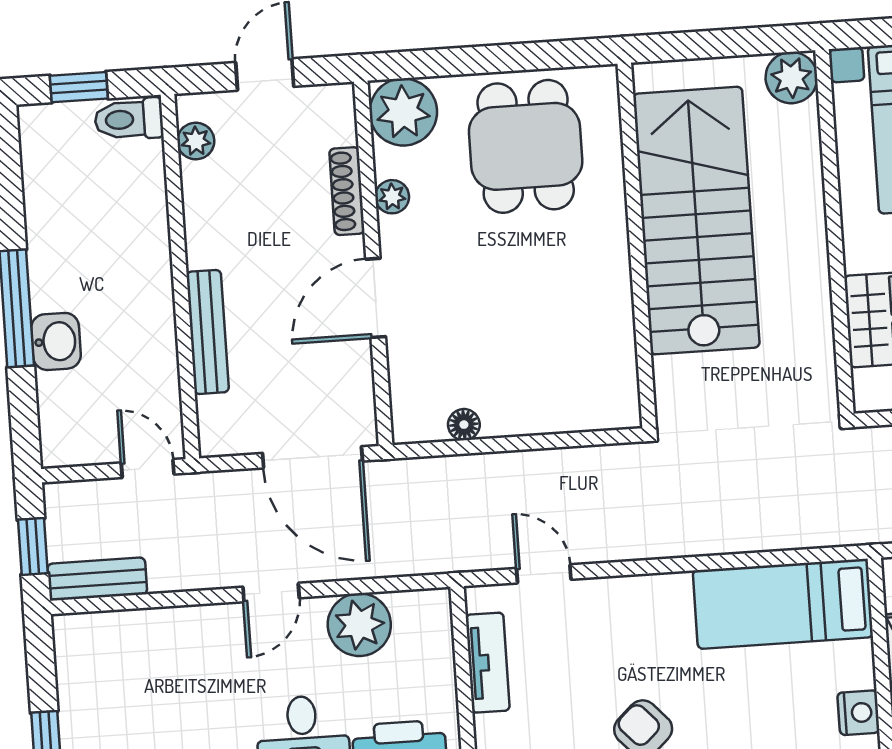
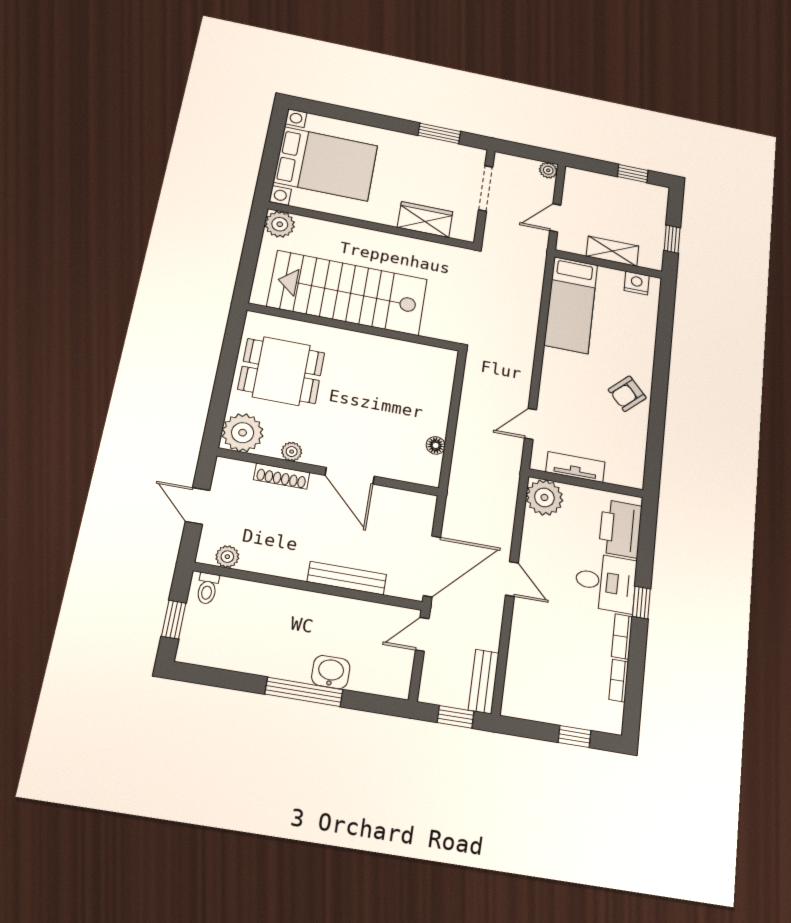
toilet: (129, 119) -> (207, 588), width x0.73, depth x0.72
door: (312, 457) -> (432, 566), moved
plant: (359, 625) -> (544, 497), moved

